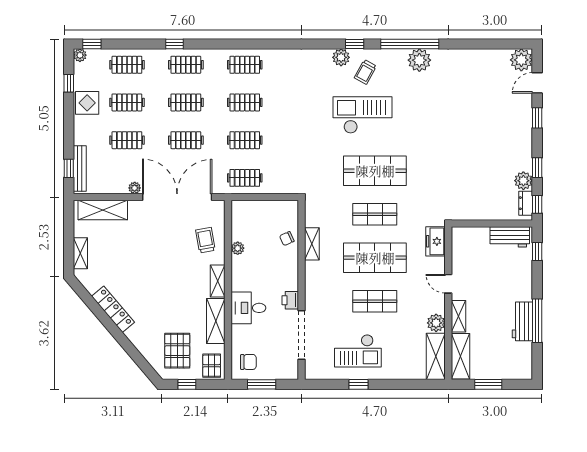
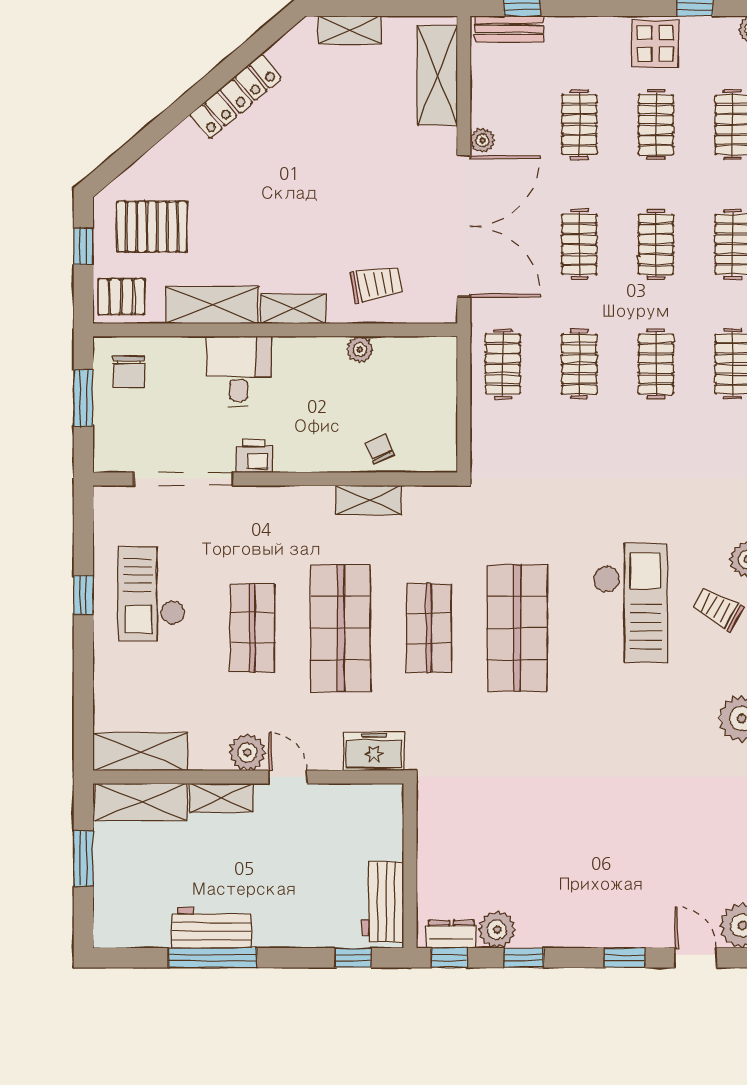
bench: (80, 169) -> (509, 29), width x0.73
door: (448, 284) -> (288, 777), hinge flipped
plant: (436, 323) -> (247, 752), moved

